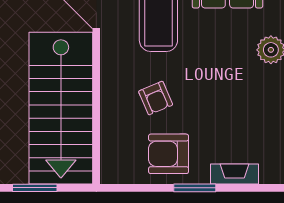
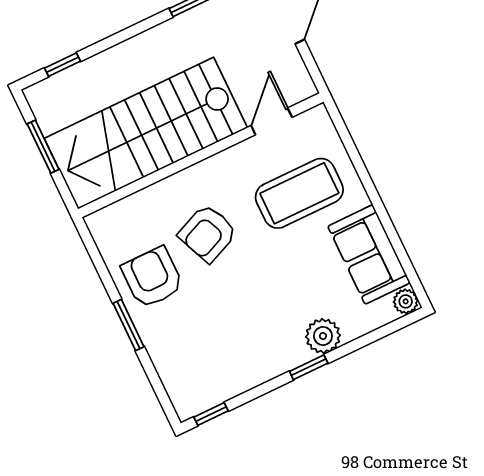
armchair: (156, 98) -> (208, 233), width x1.38, depth x1.38
fireplace: (235, 174) -> (165, 362), removed

